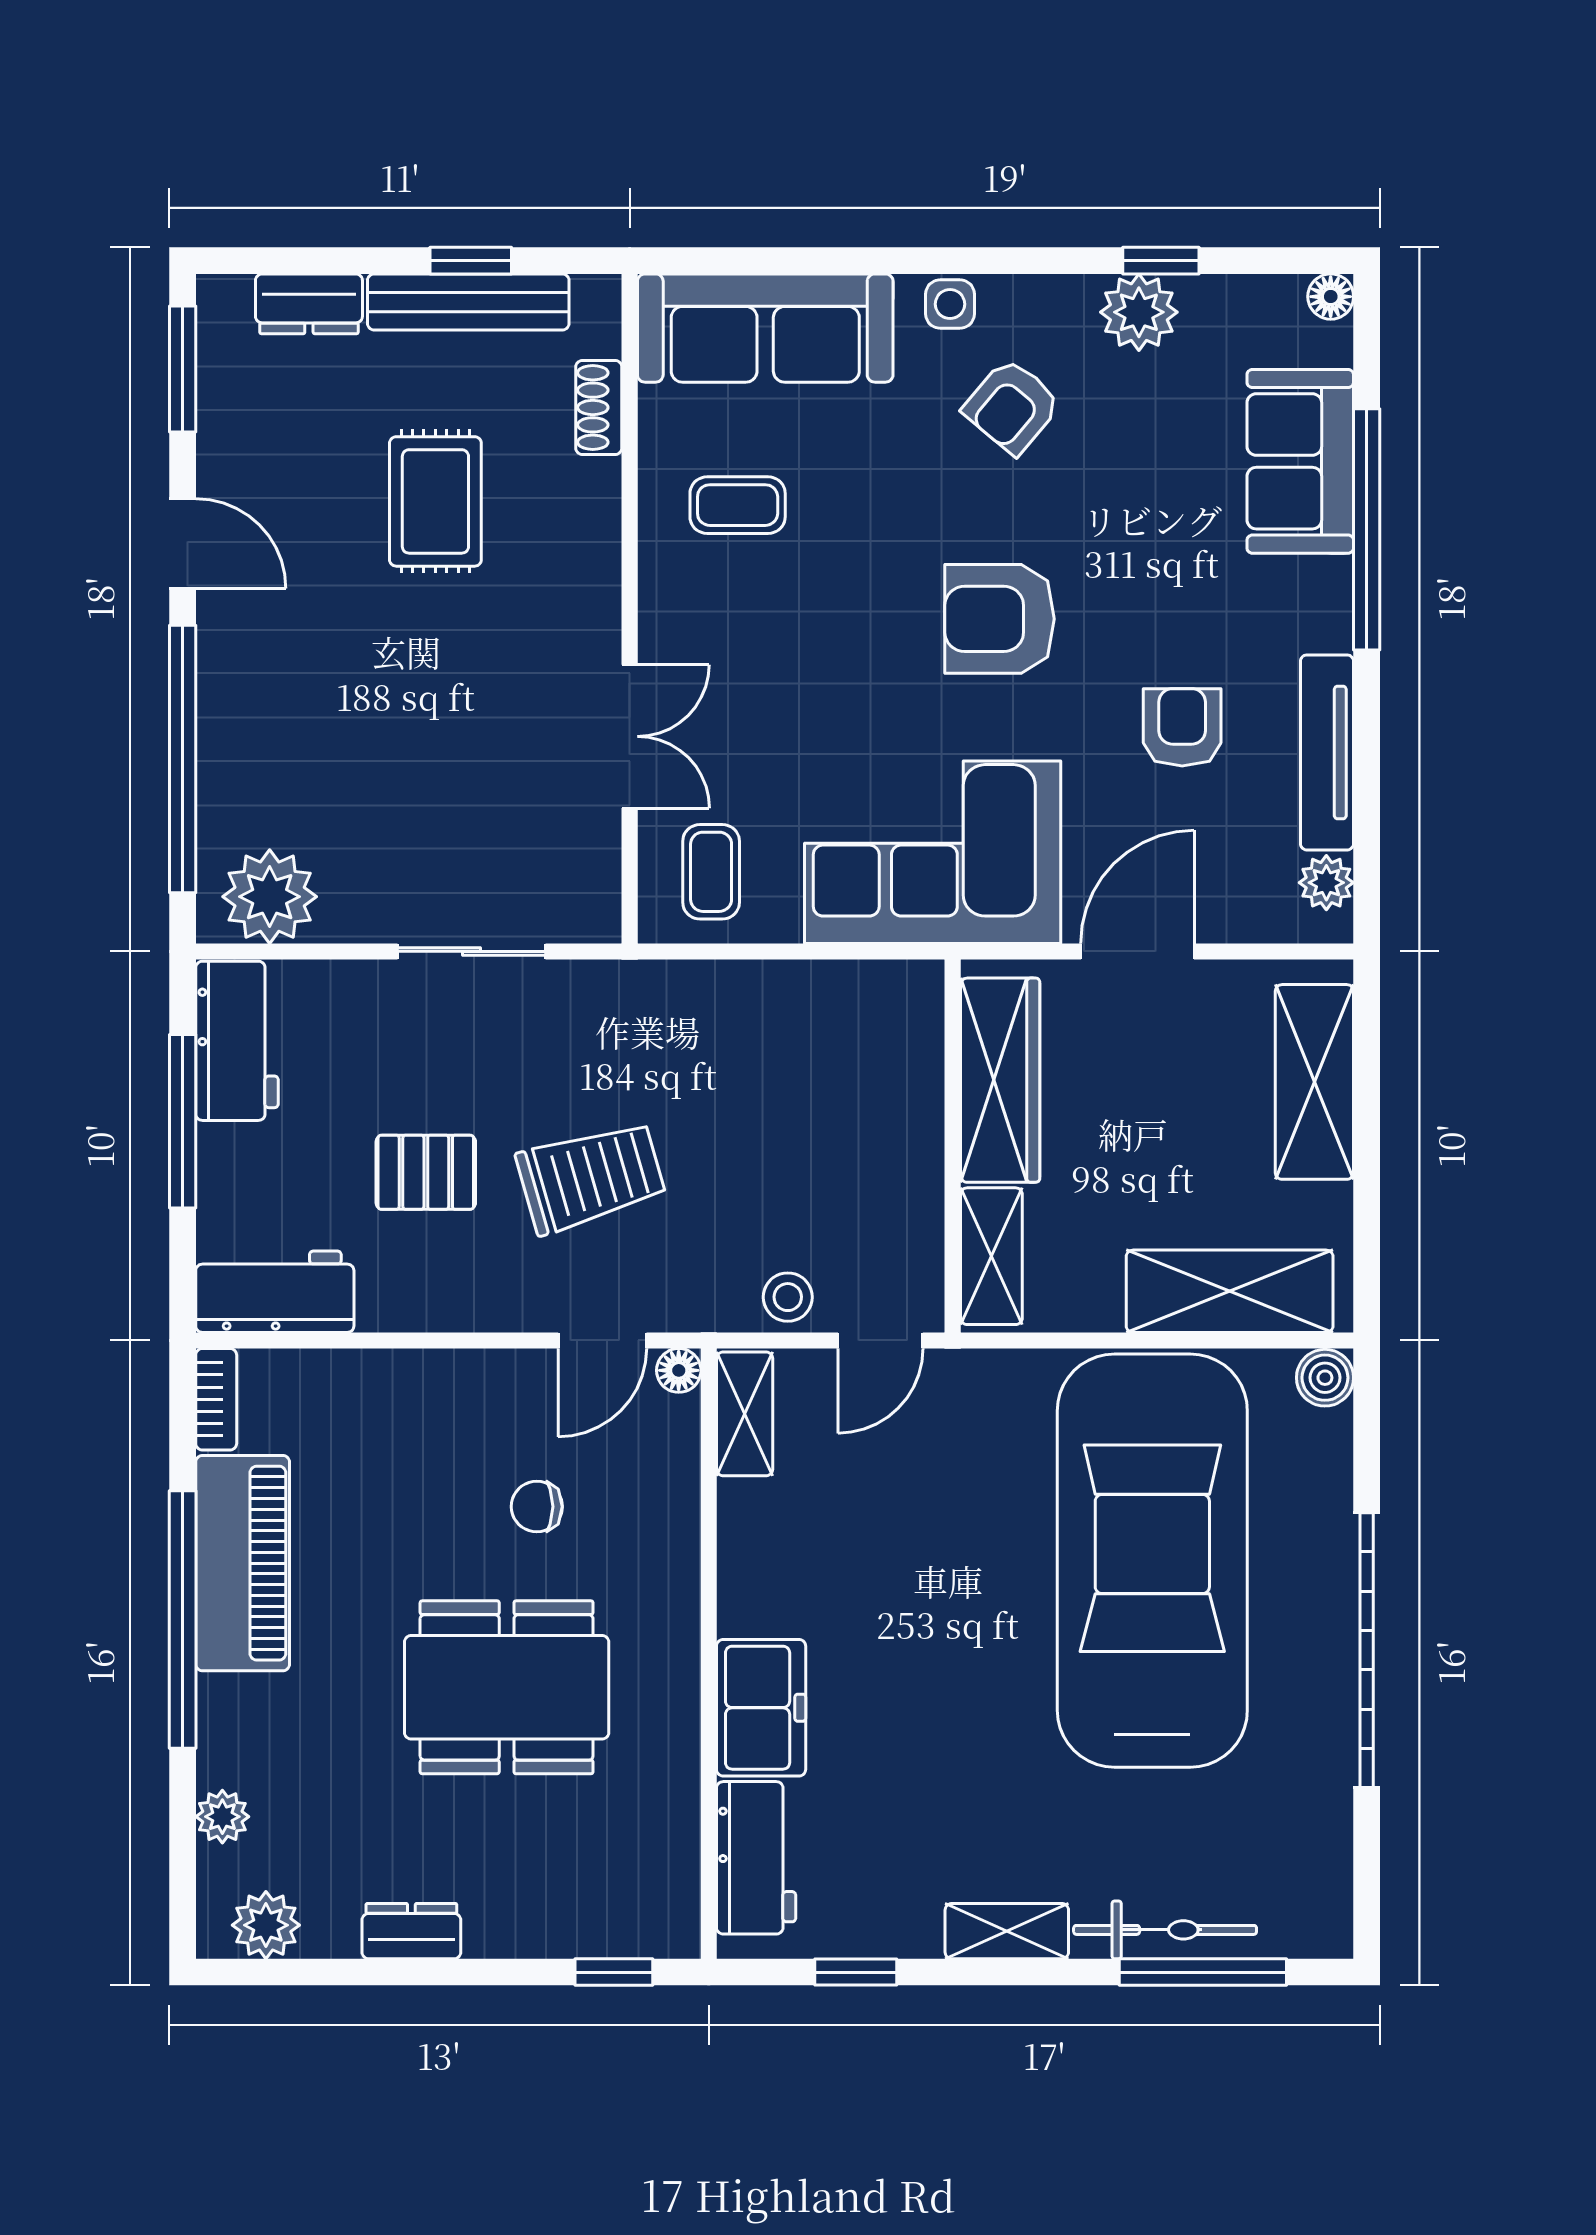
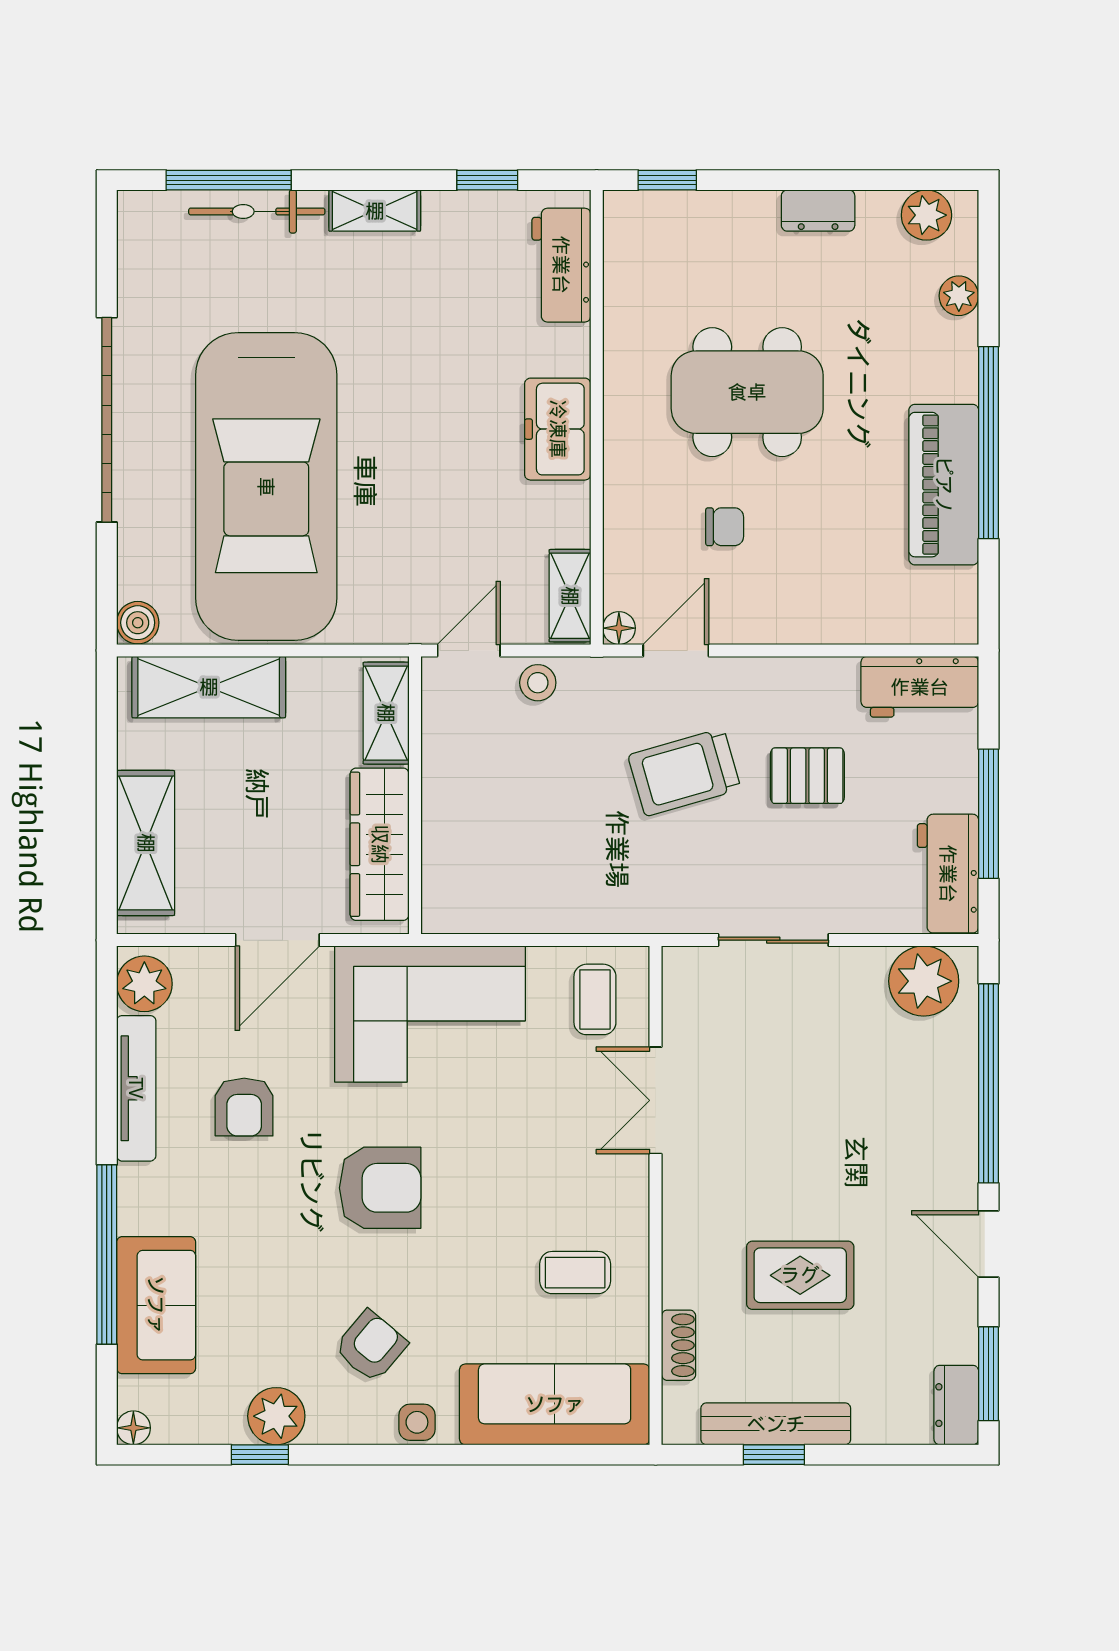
dresser: (309, 304) -> (956, 1405), moved, turned -90
rug: (435, 501) -> (800, 1275), turned 90
plant: (1326, 883) -> (144, 984), width x1.38, depth x1.38
bookcase: (216, 1399) -> (963, 607), removed
freezer: (761, 1708) -> (558, 429), moved

